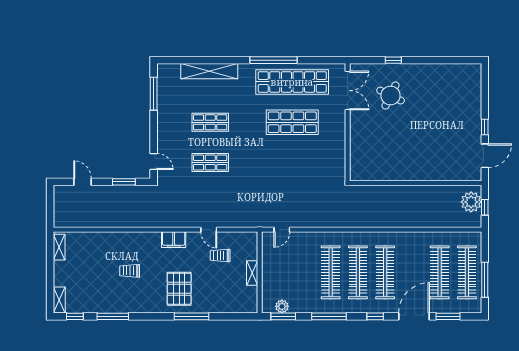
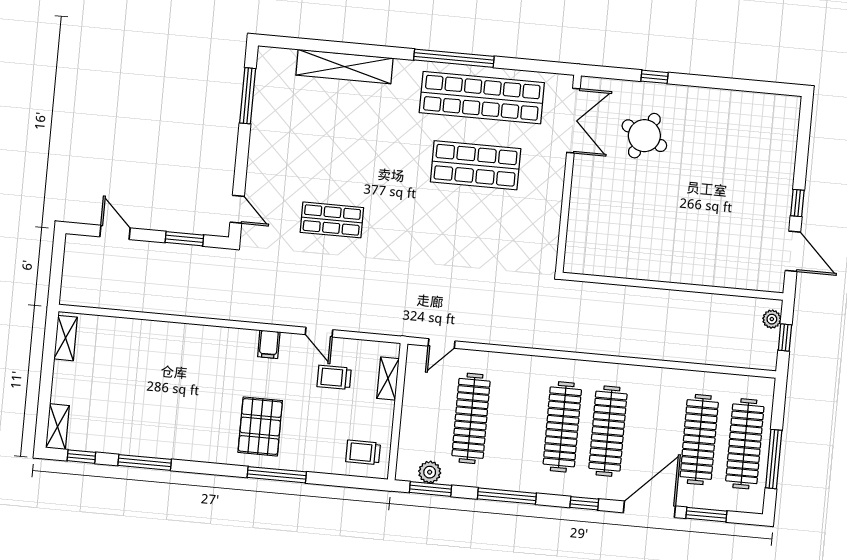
shop shelf: (210, 122) -> (338, 152), removed
door: (485, 156) -> (793, 251), hinge flipped
plant: (471, 202) -> (772, 319), width x0.53, depth x0.53
filing cabinet: (174, 240) -> (269, 344), width x0.50
trolley: (130, 271) -> (363, 452), moved
clothes rail: (331, 272) -> (471, 418), moved
shelving: (252, 273) -> (388, 379), moved

